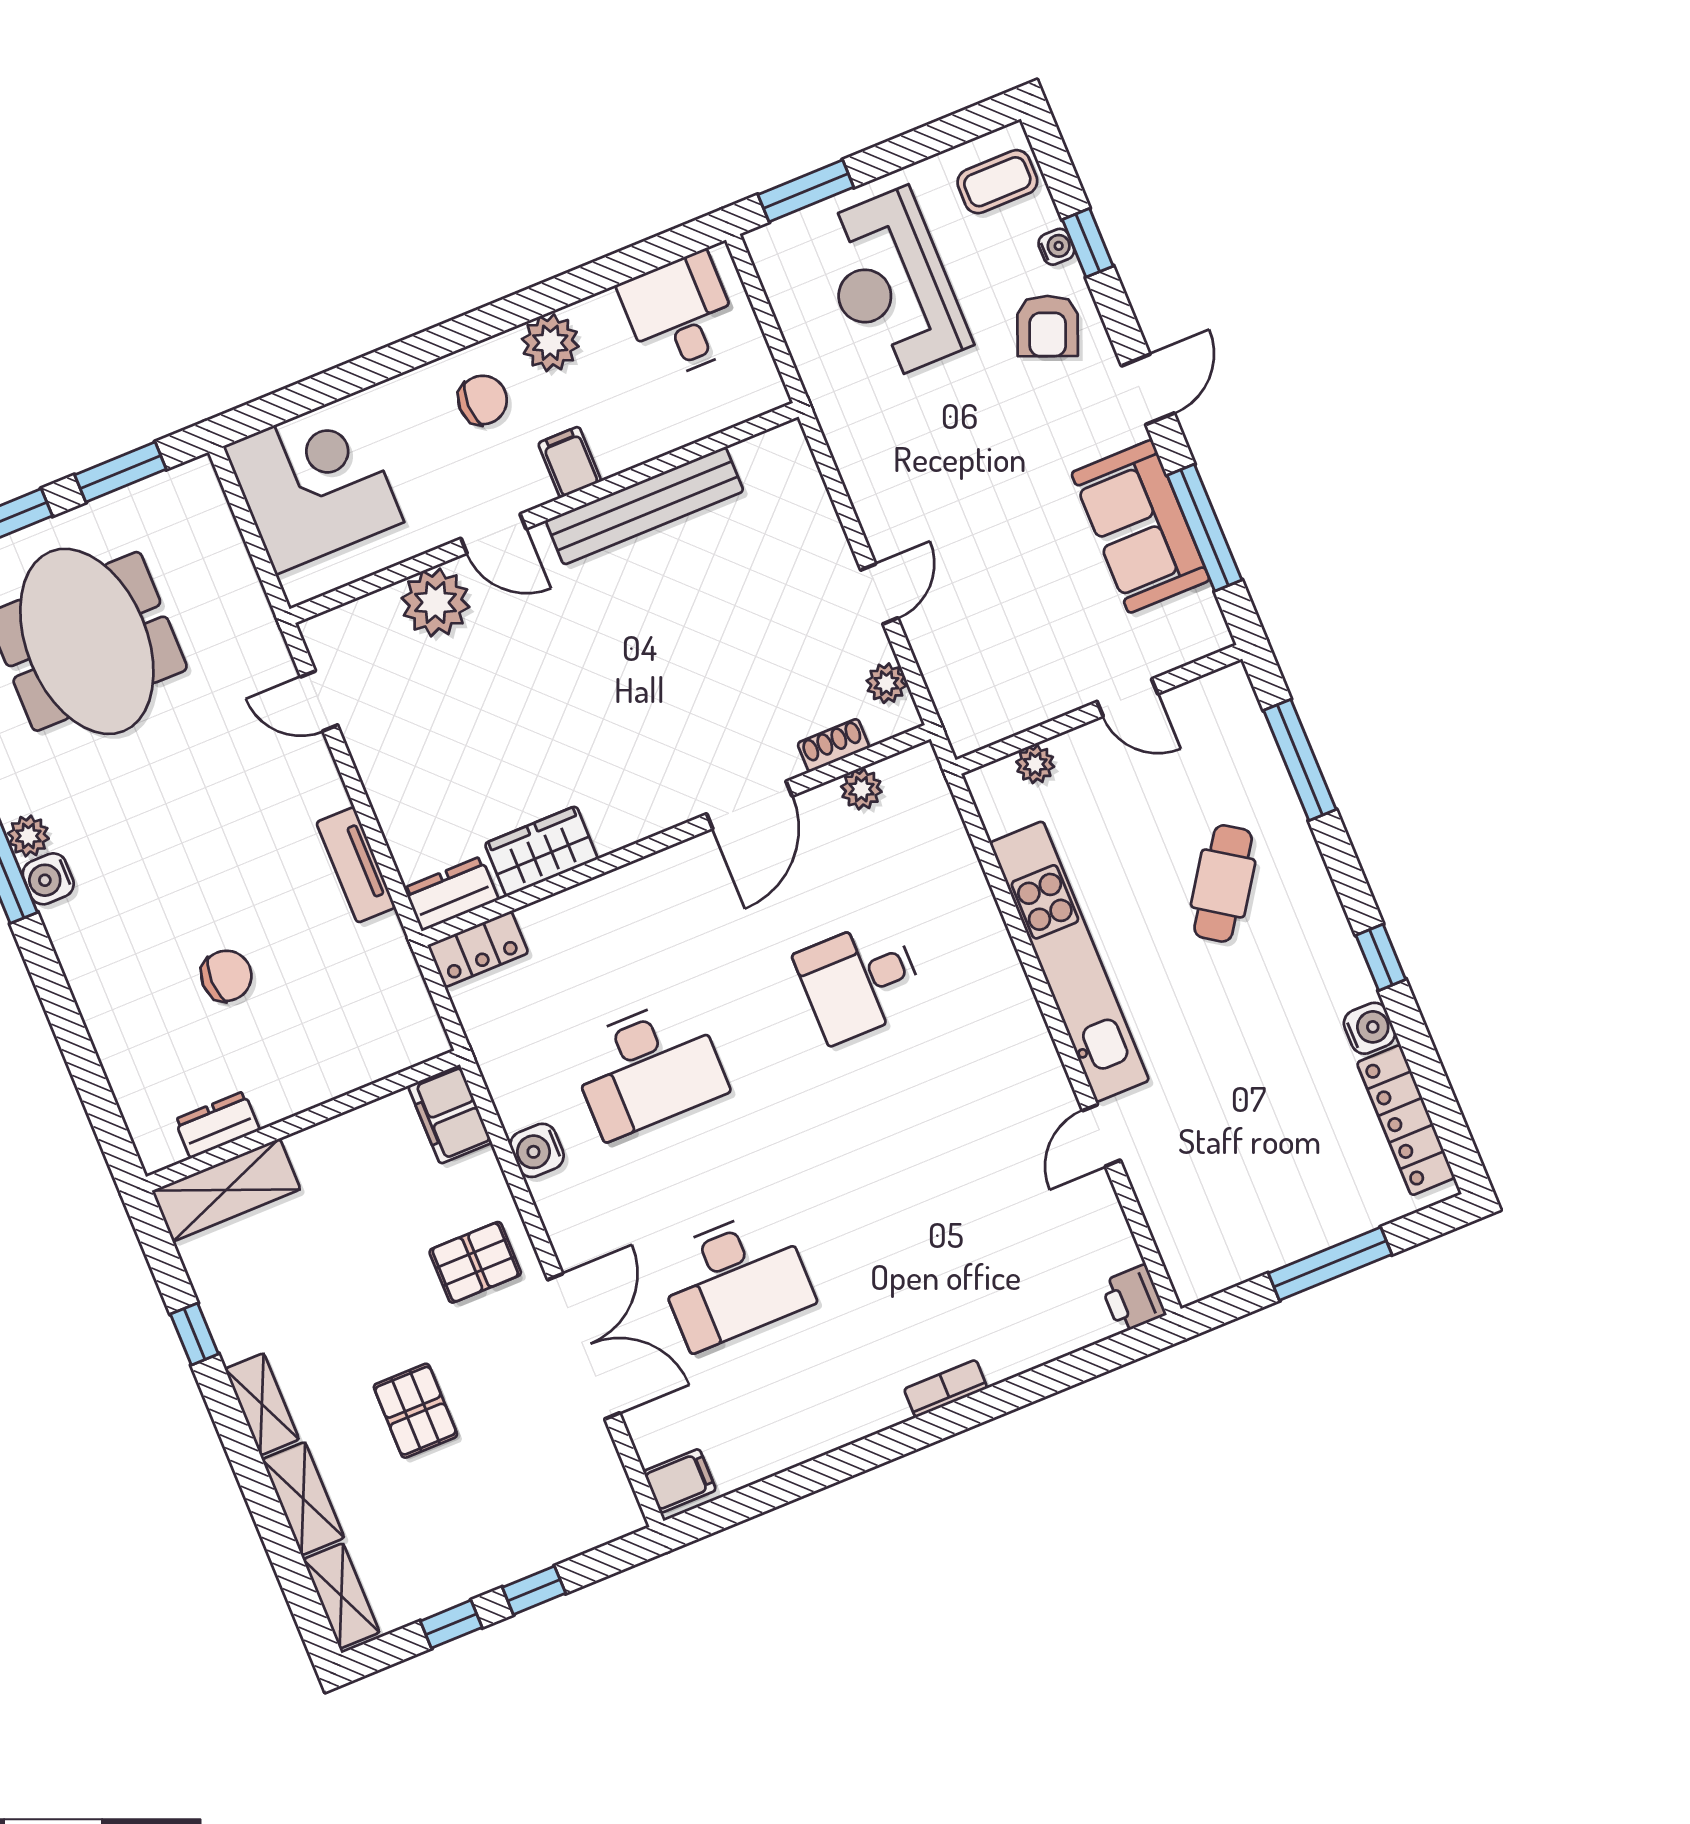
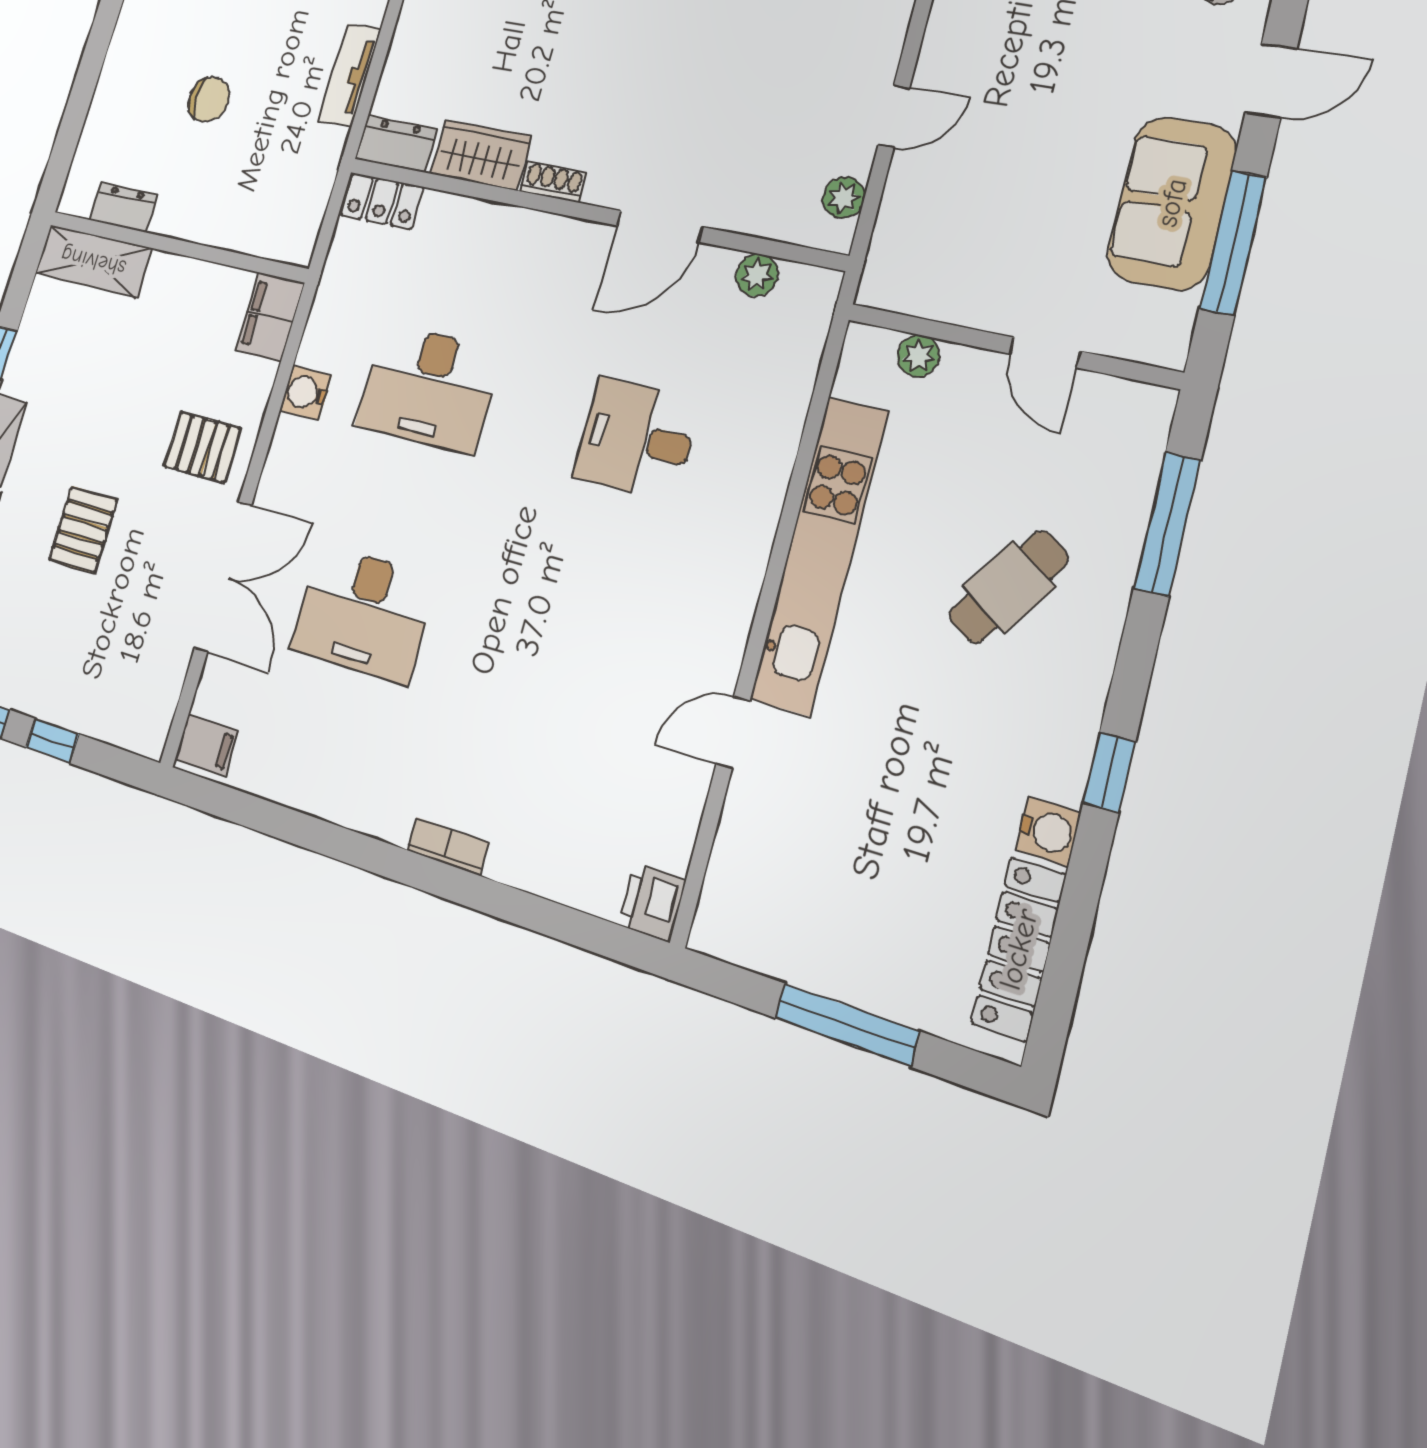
shoe rack: (833, 745) -> (553, 182), moved

